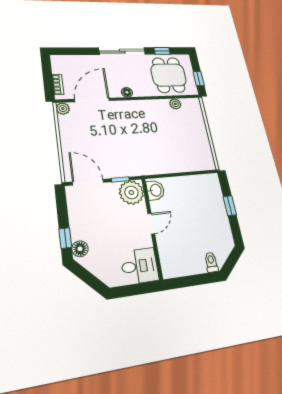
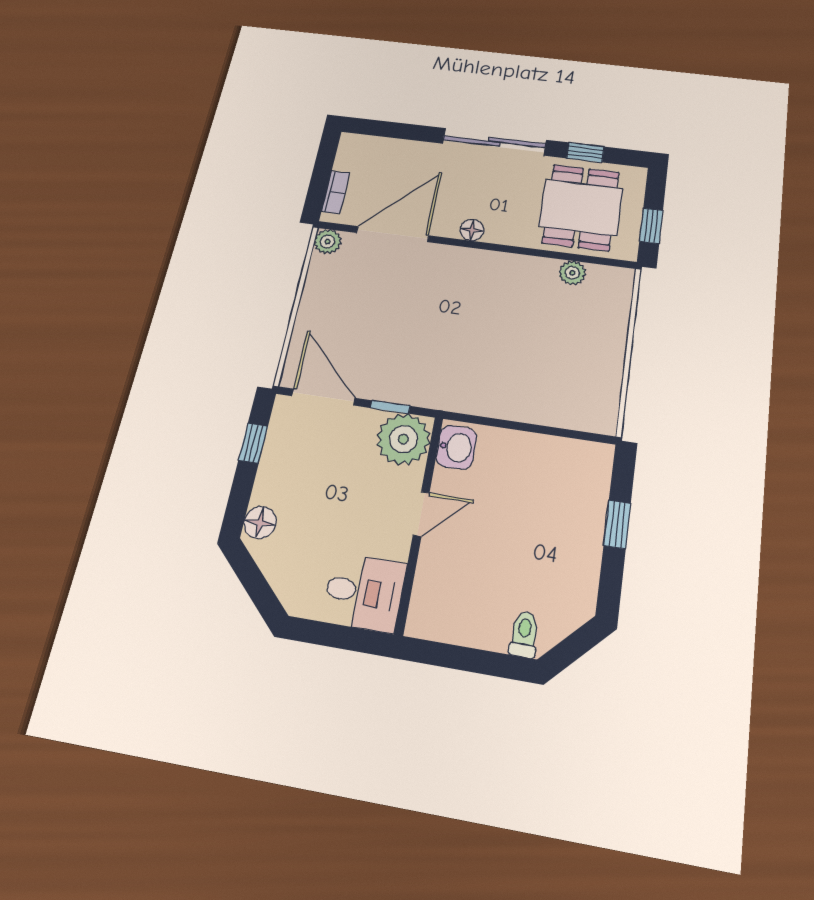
window: (65, 238) -> (253, 443), moved

